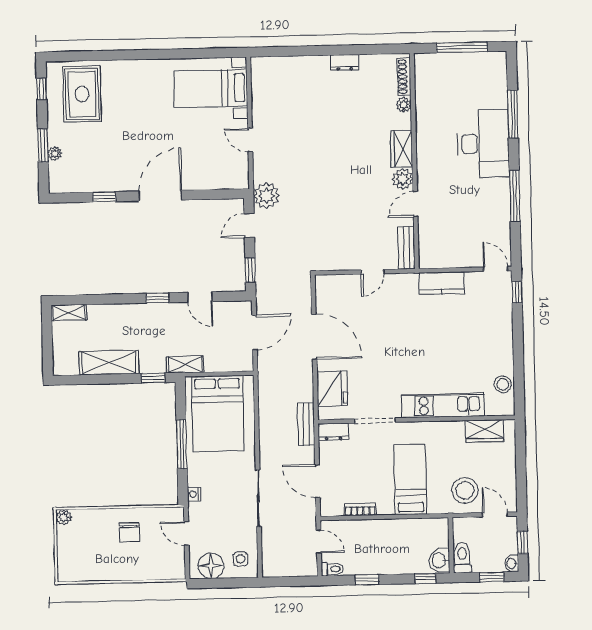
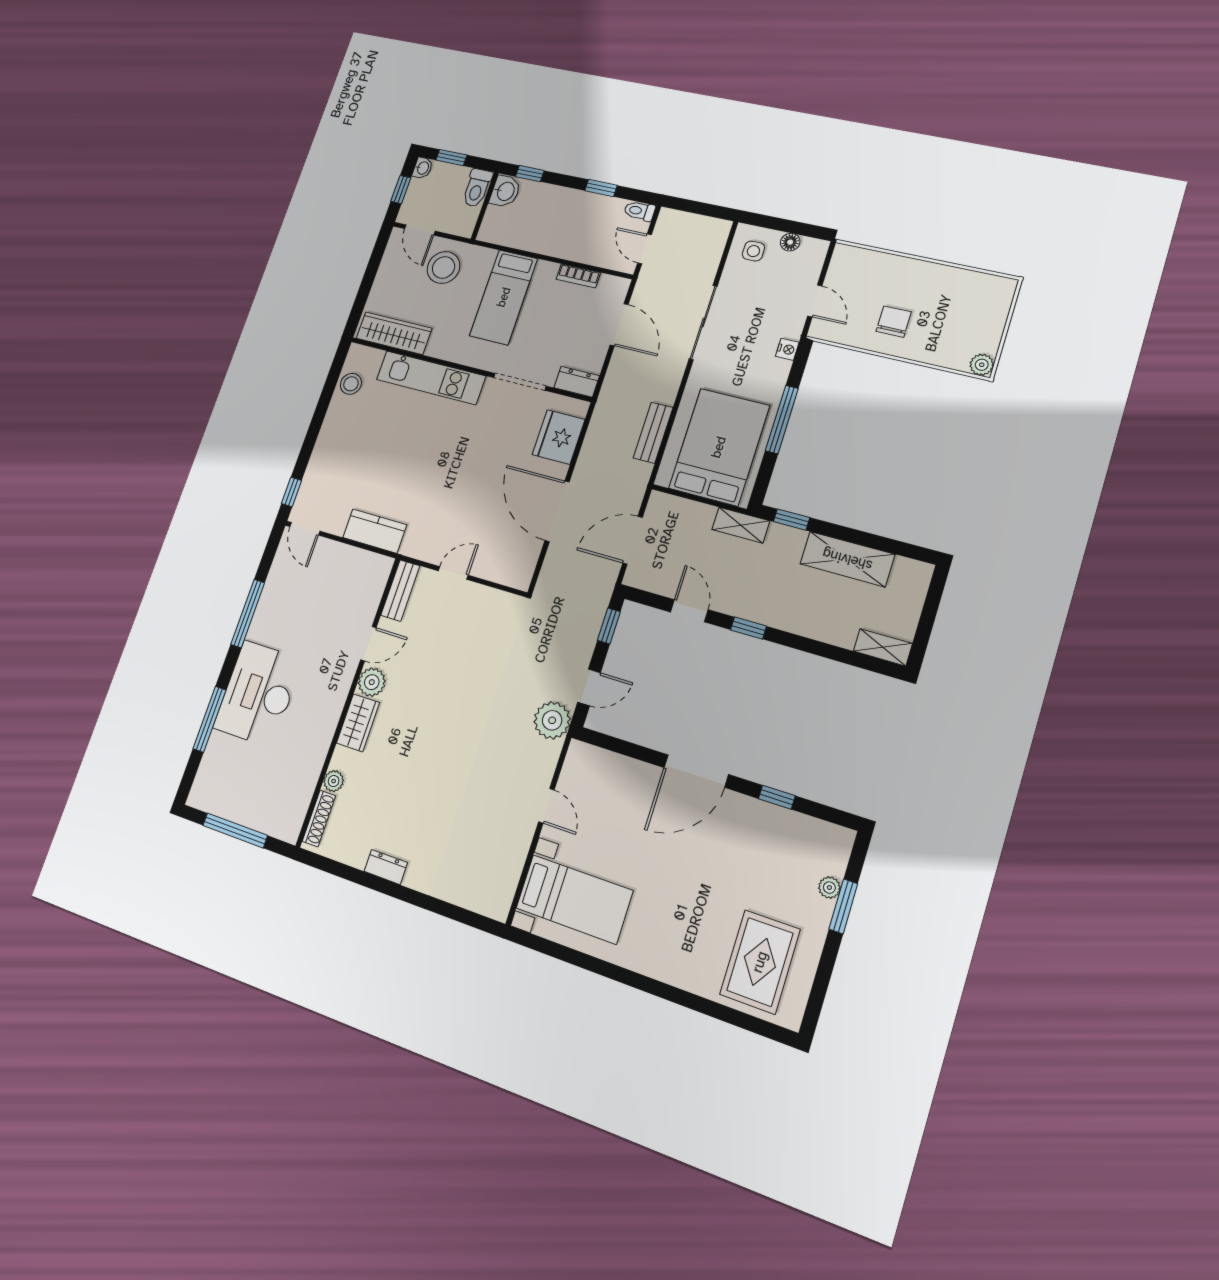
window: (42, 89) -> (818, 993), removed
bench: (306, 425) -> (653, 433), moved
wardrobe: (484, 431) -> (394, 333), width x1.50
floor lamp: (211, 566) -> (790, 242), width x0.53, depth x0.53

